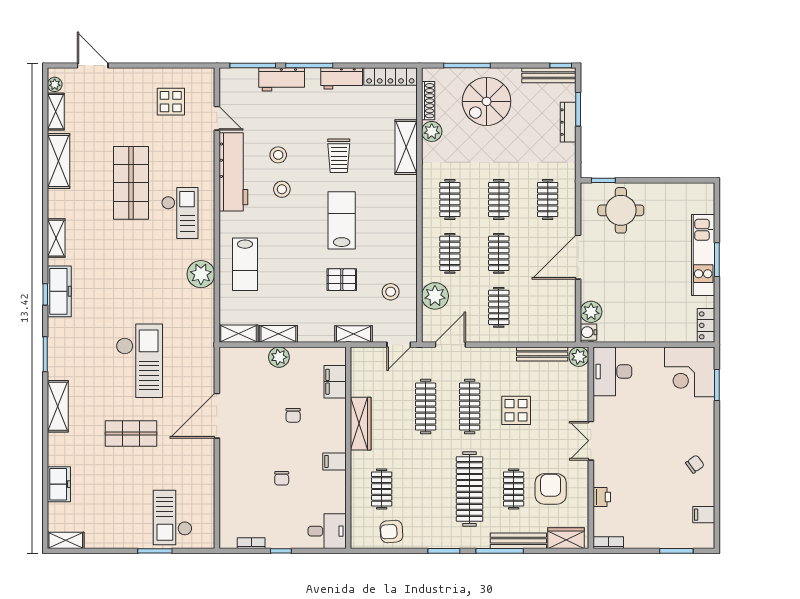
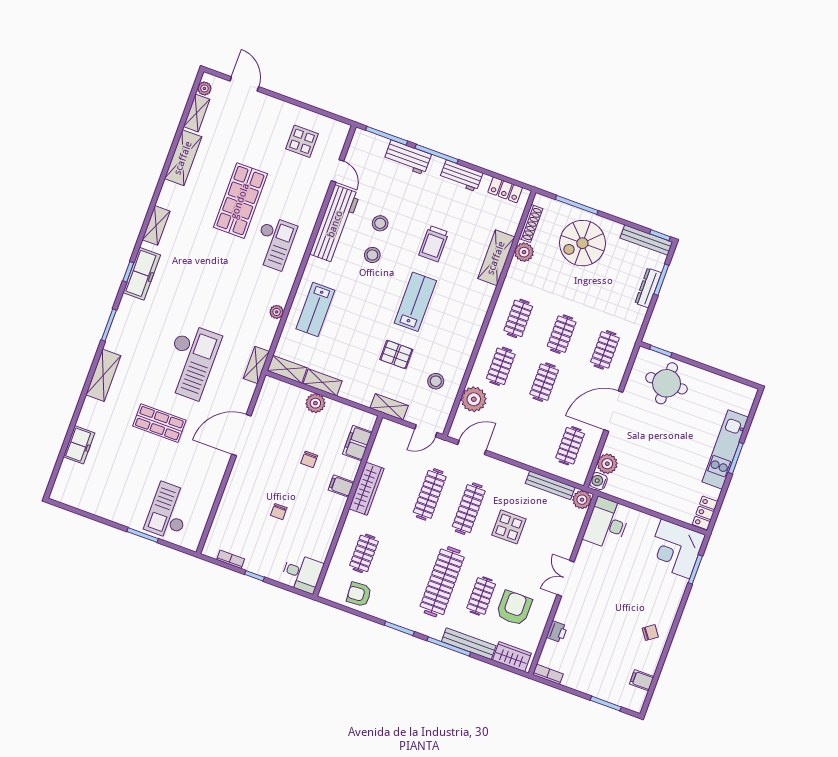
locker: (390, 76) -> (505, 190), width x0.66
plant: (201, 274) -> (277, 312), width x0.53, depth x0.53
clothes rail: (499, 307) -> (570, 446), moved
filing cabinet: (334, 461) -> (341, 486), moved
shelving: (66, 540) -> (256, 365), moved, turned 90

